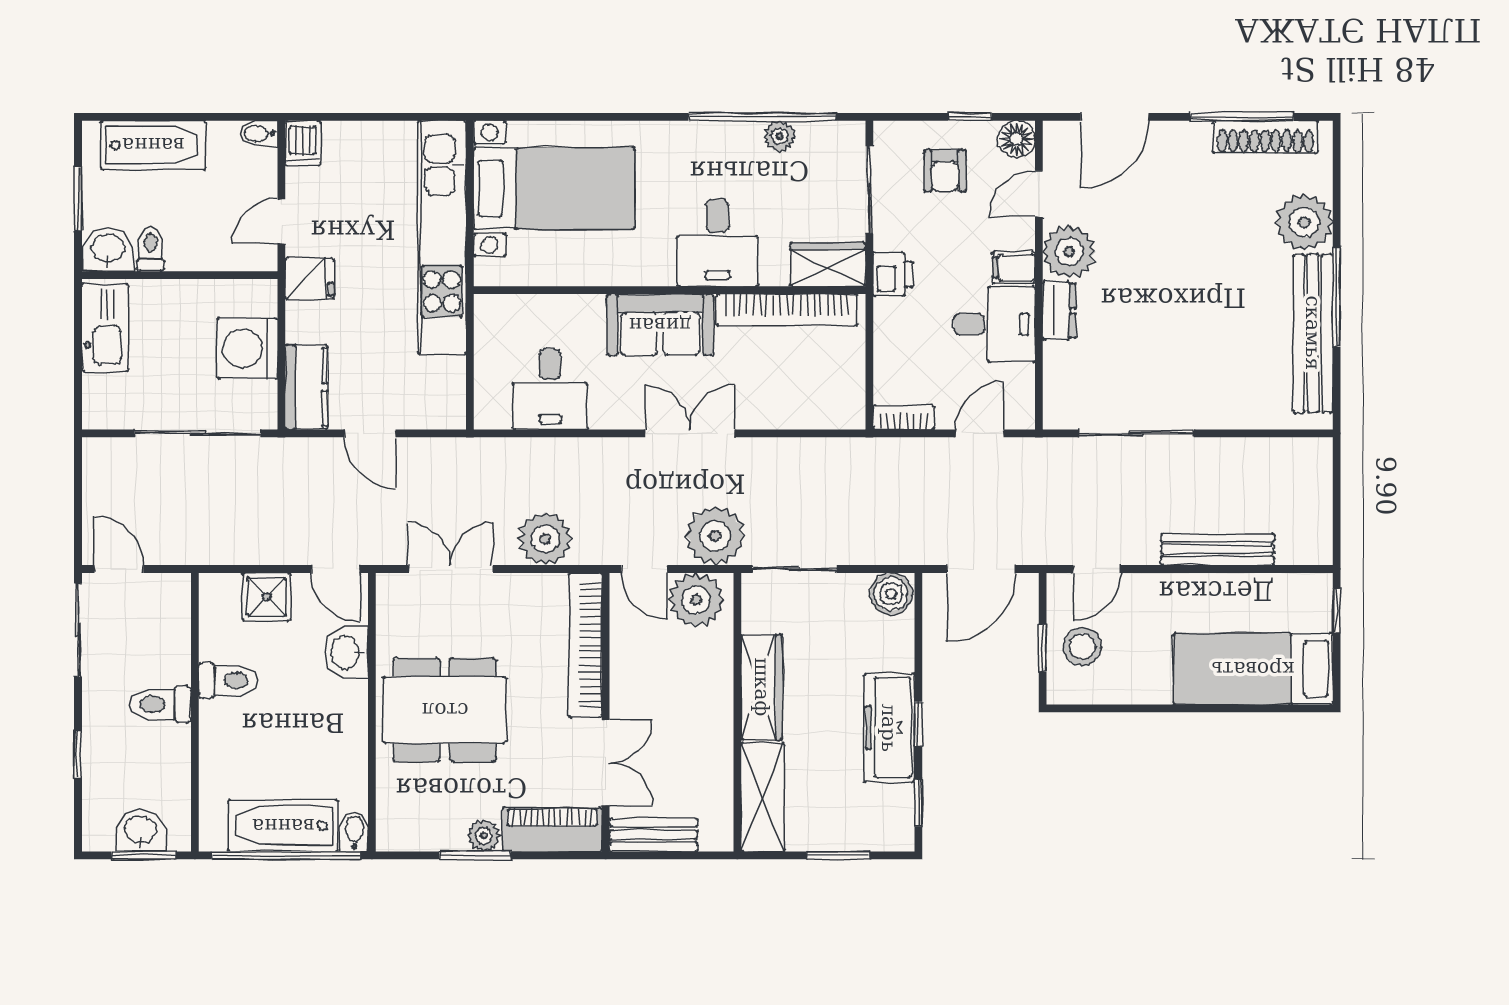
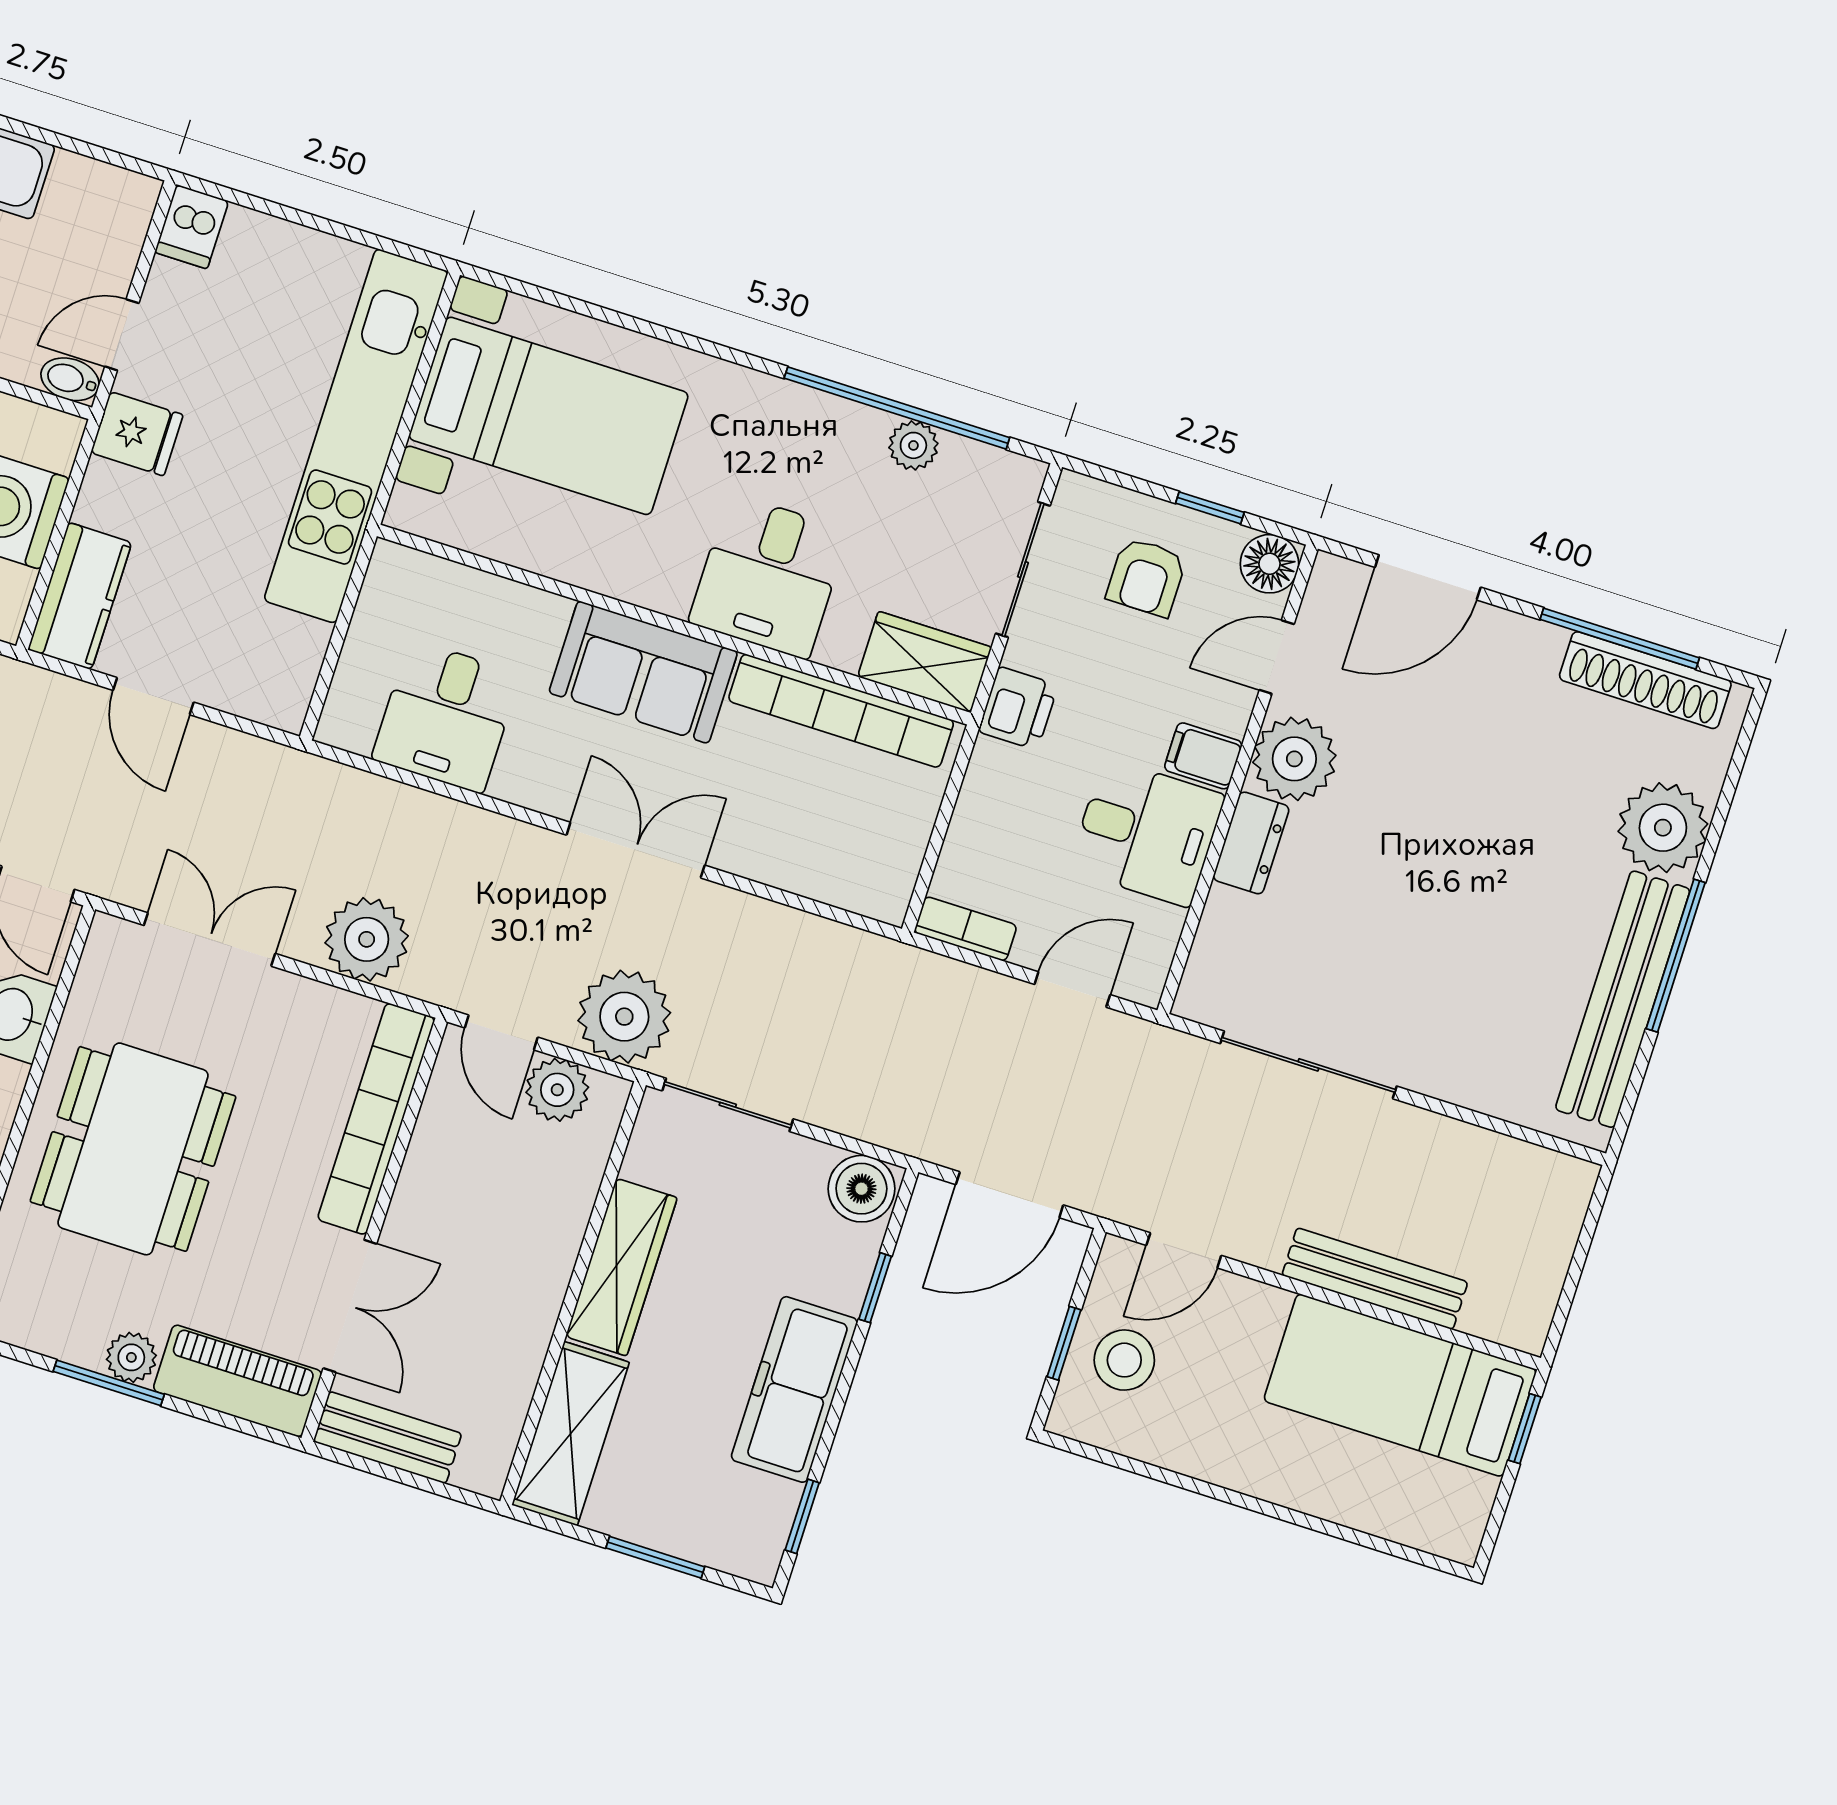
bidet: (259, 133) -> (70, 379), moved
plant: (696, 600) -> (557, 1090), width x0.73, depth x0.73
bed: (1253, 669) -> (1400, 1385), moved
dining table: (445, 710) -> (133, 1149), turned 90
window: (918, 724) -> (875, 1288), moved

